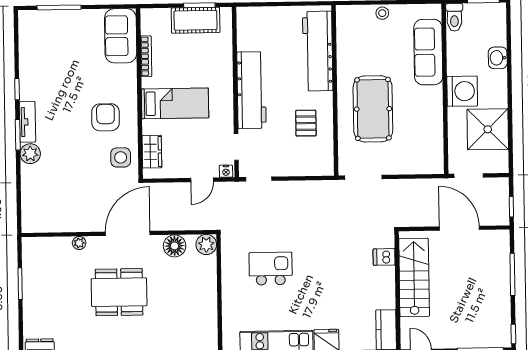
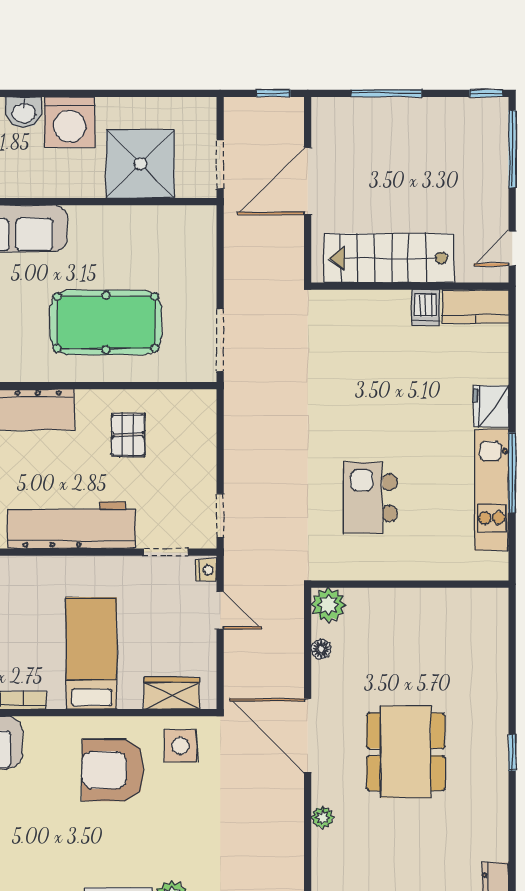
washing machine: (462, 91) -> (70, 122), moved, turned 180
armchair: (105, 117) -> (113, 770), width x1.36, depth x1.36
pallet: (306, 123) -> (128, 435), turned 90
shower: (488, 129) -> (140, 164), moved
floor lamp: (175, 246) -> (321, 649), width x0.53, depth x0.53
dishwasher: (384, 257) -> (426, 308), moved

